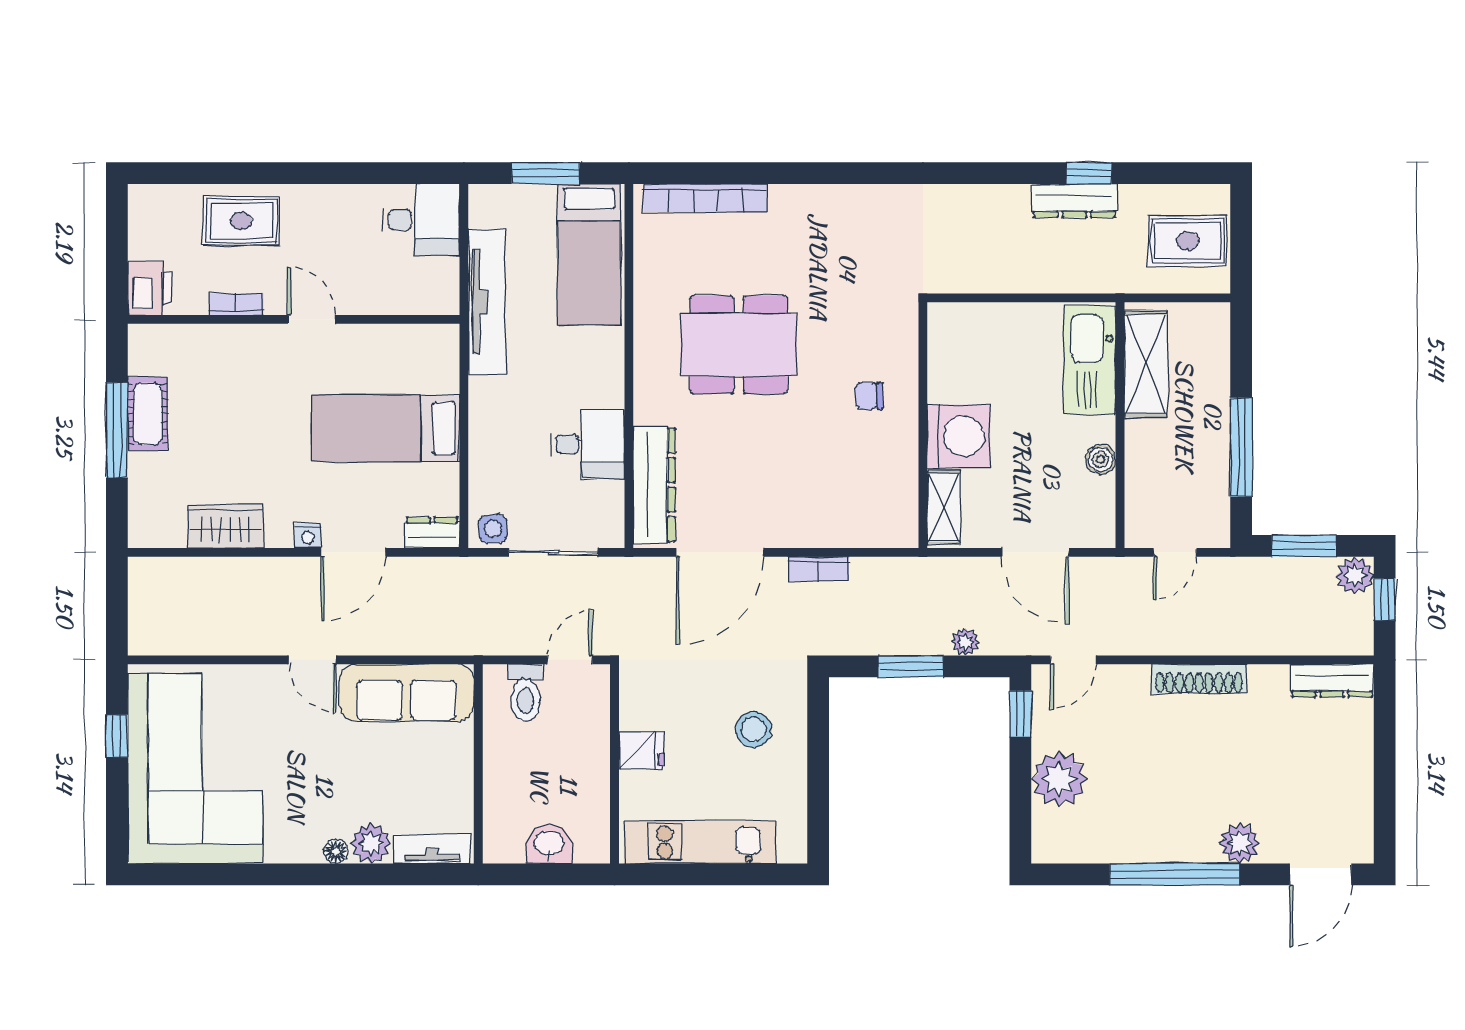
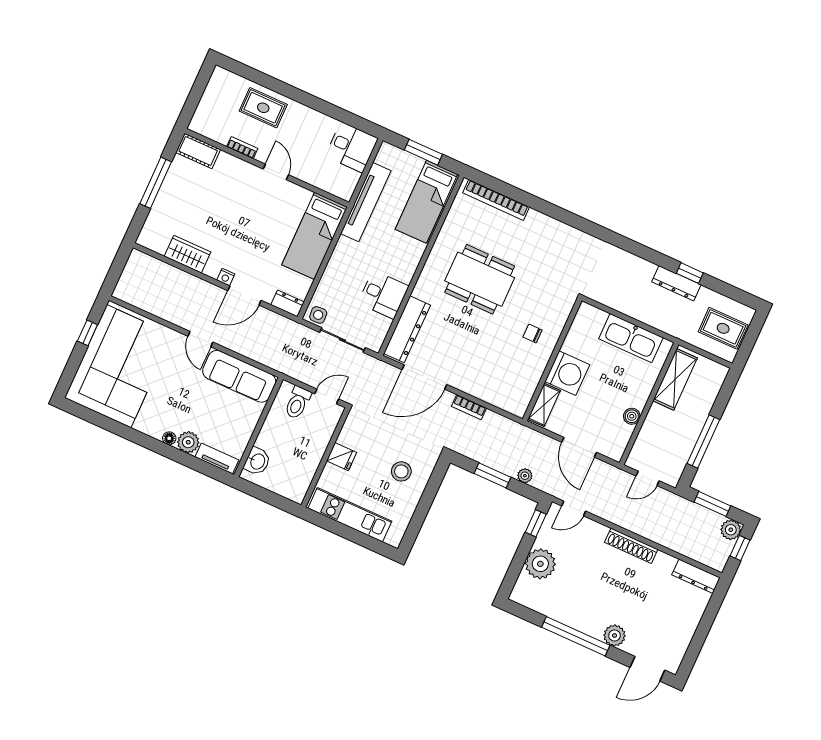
printer: (150, 288) -> (203, 121), removed
kitchen sink: (1090, 360) -> (631, 338), moved, turned -90
cot: (148, 414) -> (198, 151), moved, turned 90
bed: (385, 428) -> (315, 236), moved, turned -90
washbasin: (549, 844) -> (257, 461), moved, turned 90

